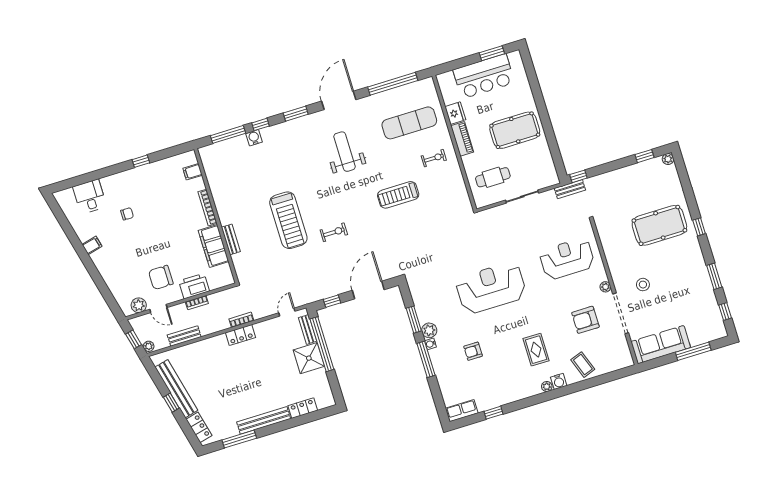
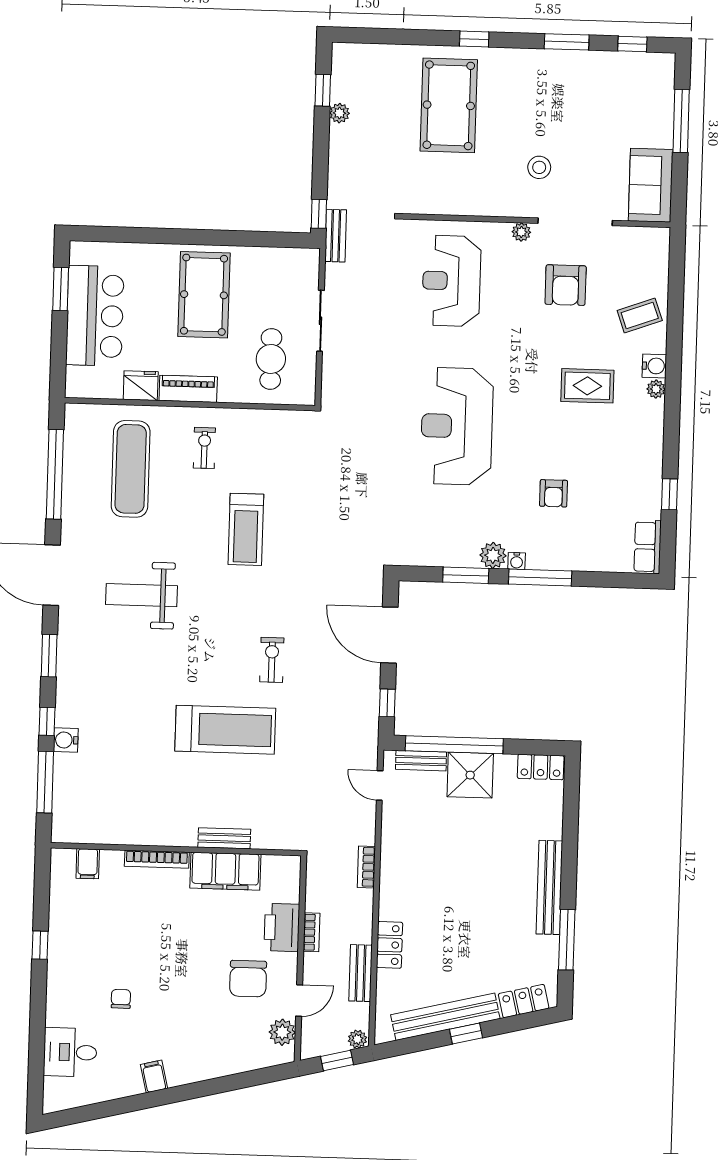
plant: (668, 159) -> (340, 113), moved
locker: (241, 335) -> (390, 945), moved
sofa: (661, 345) -> (651, 185), width x0.73
locker: (303, 408) -> (541, 767), moved, turned -90

